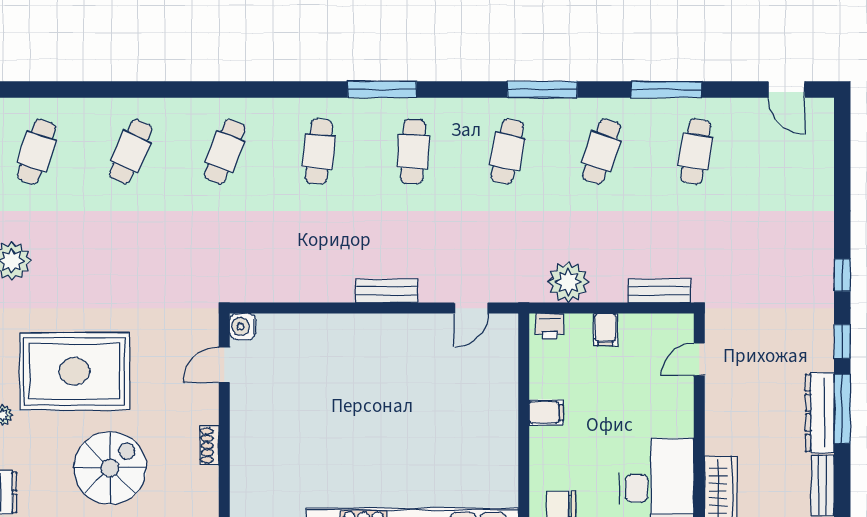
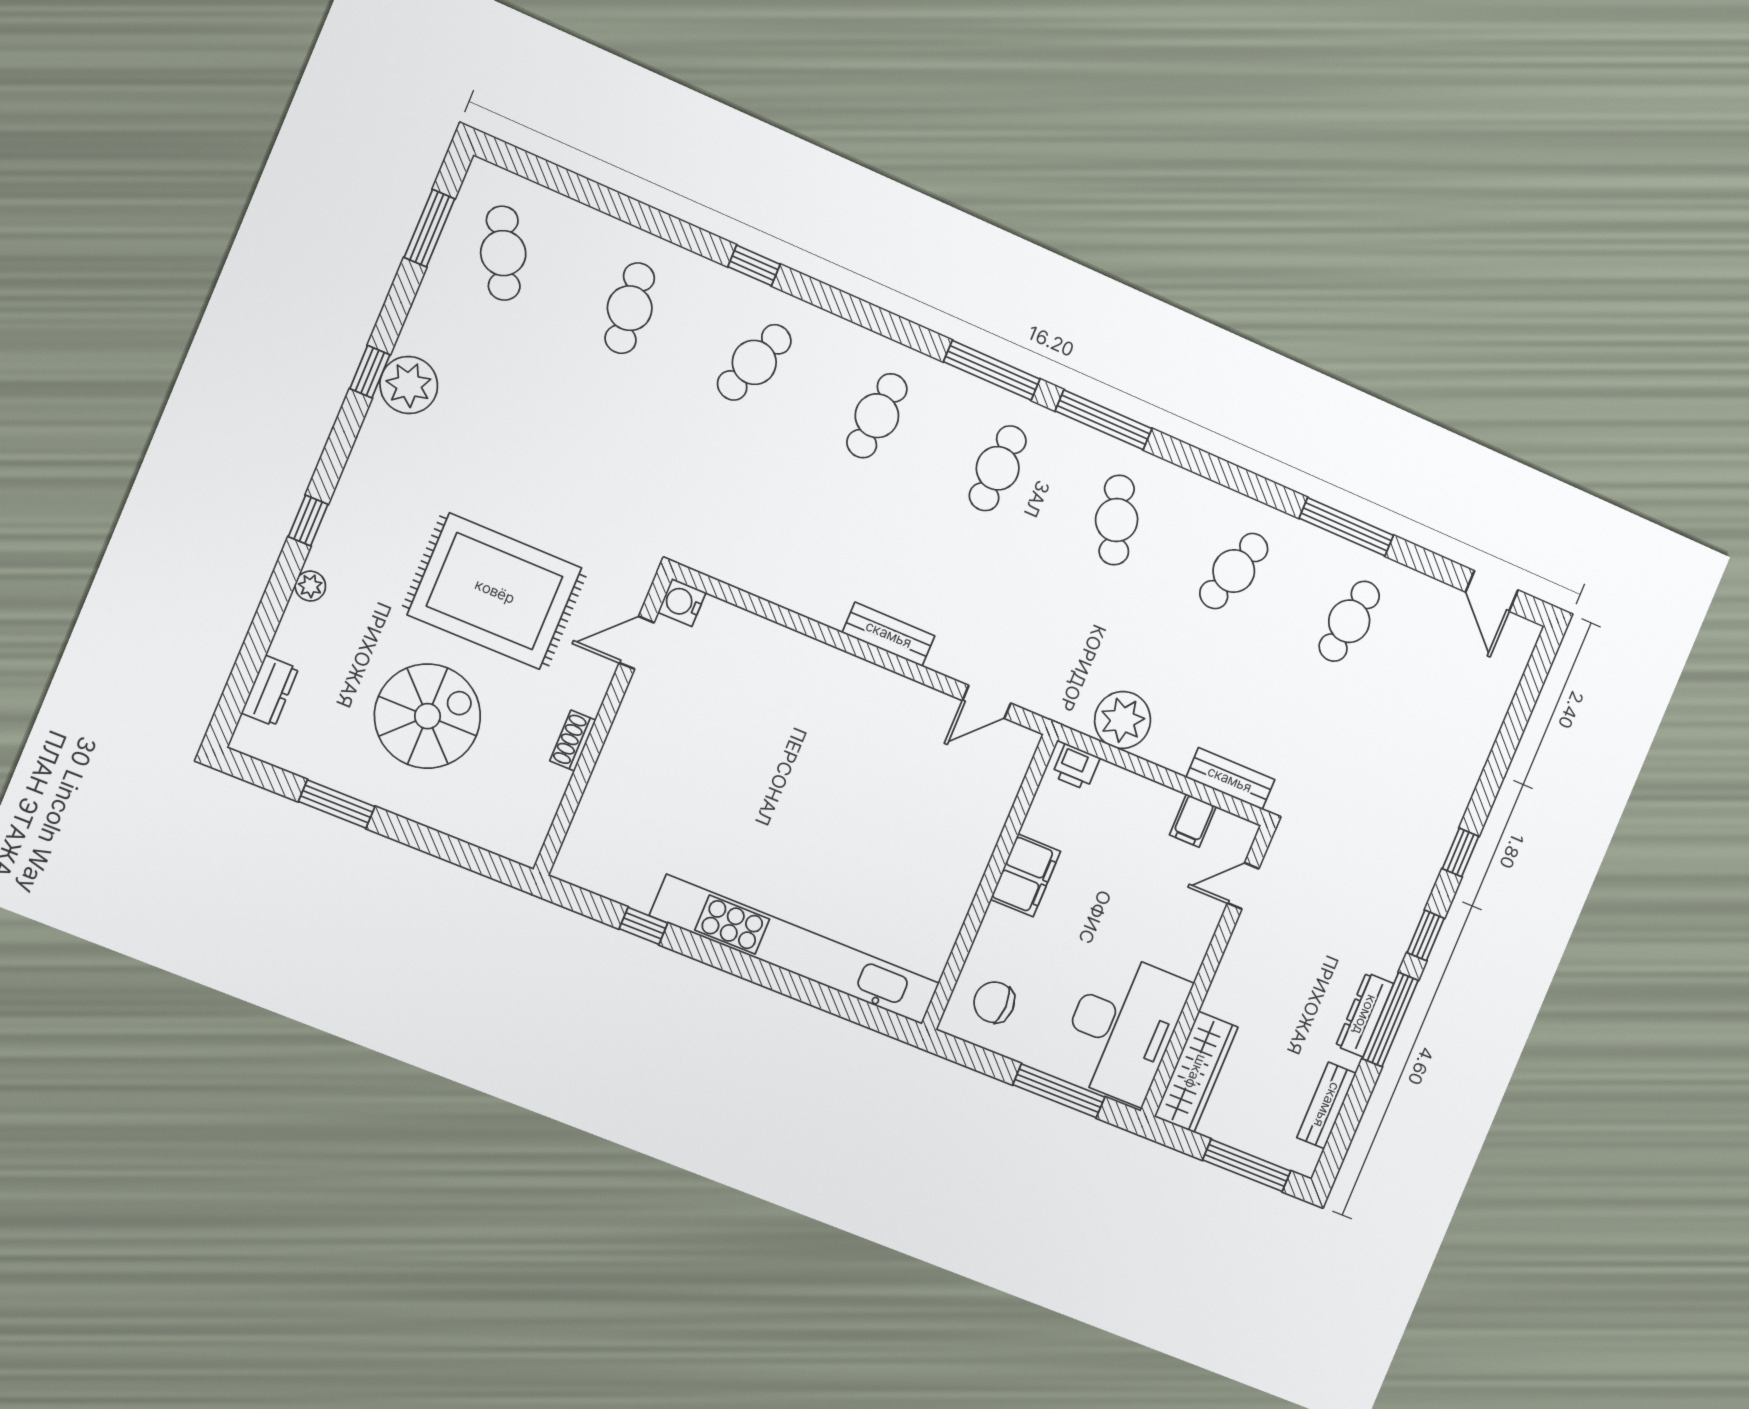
window: (199, 89) -> (754, 265), added
window: (542, 89) -> (1104, 420), moved
cafe table: (36, 152) -> (503, 253), turned -42
cafe table: (131, 152) -> (630, 308), turned -30
cafe table: (507, 152) -> (1117, 520), turned -30
filing cabinet: (605, 330) -> (1193, 821), moved
rug: (74, 371) -> (495, 591), moved
filing cabinet: (546, 412) -> (1025, 875), width x2.00
dresser: (820, 413) -> (1365, 1015), width x0.73, depth x0.80

